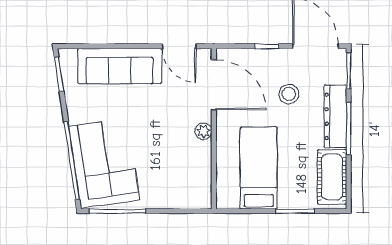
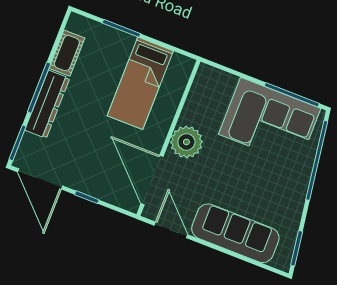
stool: (289, 94) -> (84, 143), removed
plant: (203, 131) -> (186, 142), width x1.87, depth x1.87
corner sofa: (104, 163) -> (270, 121), moved, turned -82
cot: (332, 177) -> (67, 53), width x0.73, depth x0.75

